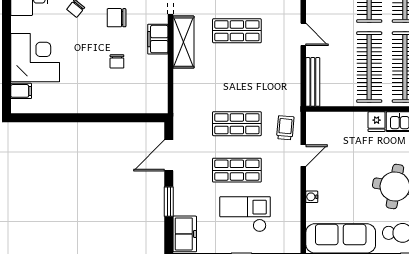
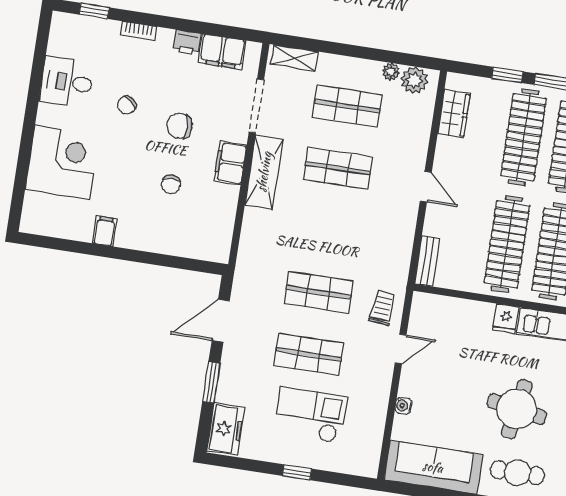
bench: (313, 82) -> (427, 261), width x0.73
filing cabinet: (21, 91) -> (105, 231), moved, turned -90

